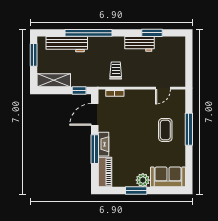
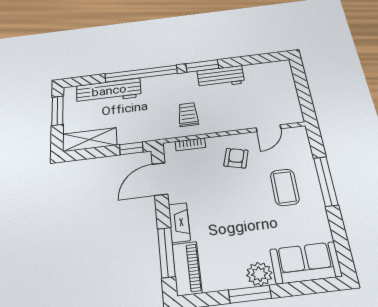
window: (152, 33) -> (202, 66), moved
armchair: (141, 106) -> (236, 158), added
window: (95, 149) -> (166, 252), moved

